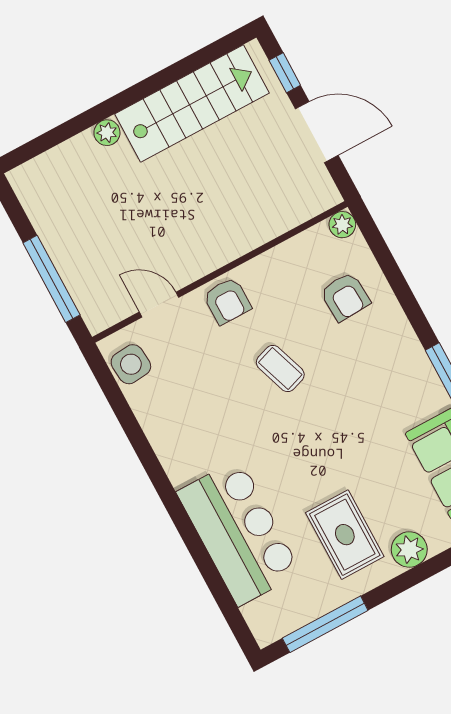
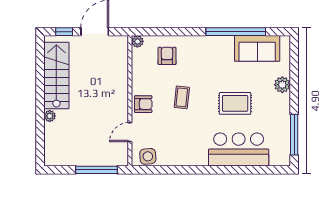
armchair: (345, 297) -> (167, 56), turned -87
coffee table: (280, 368) -> (182, 97), turned -65
rug: (345, 535) -> (235, 103), moved

